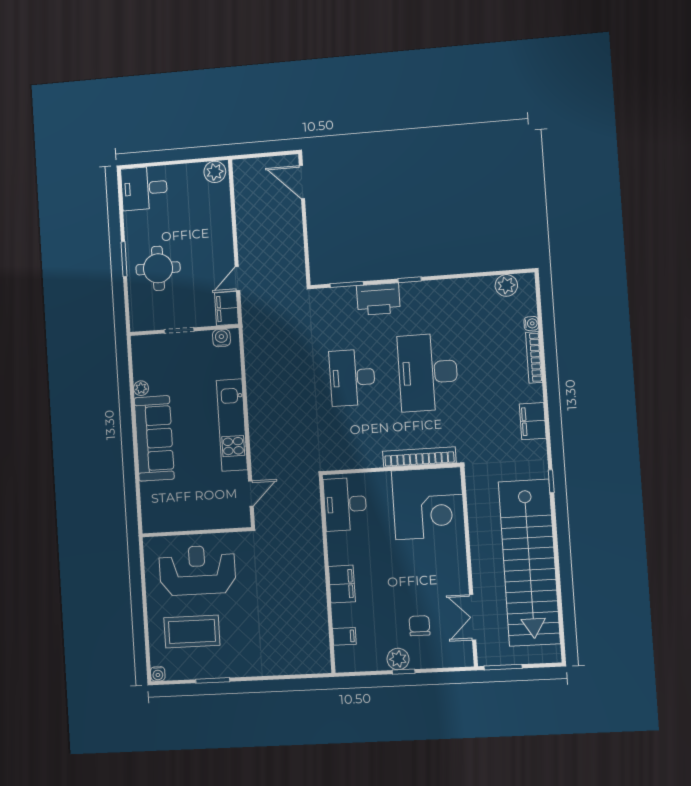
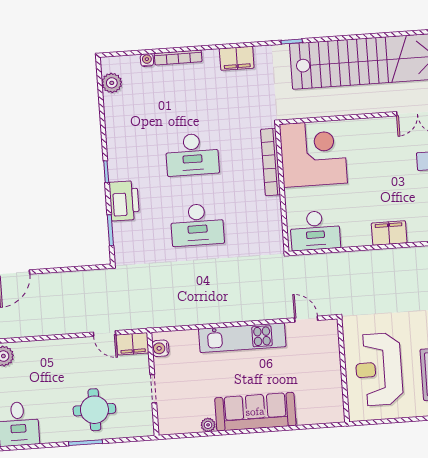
desk: (428, 372) -> (192, 154), width x0.73, depth x0.77

